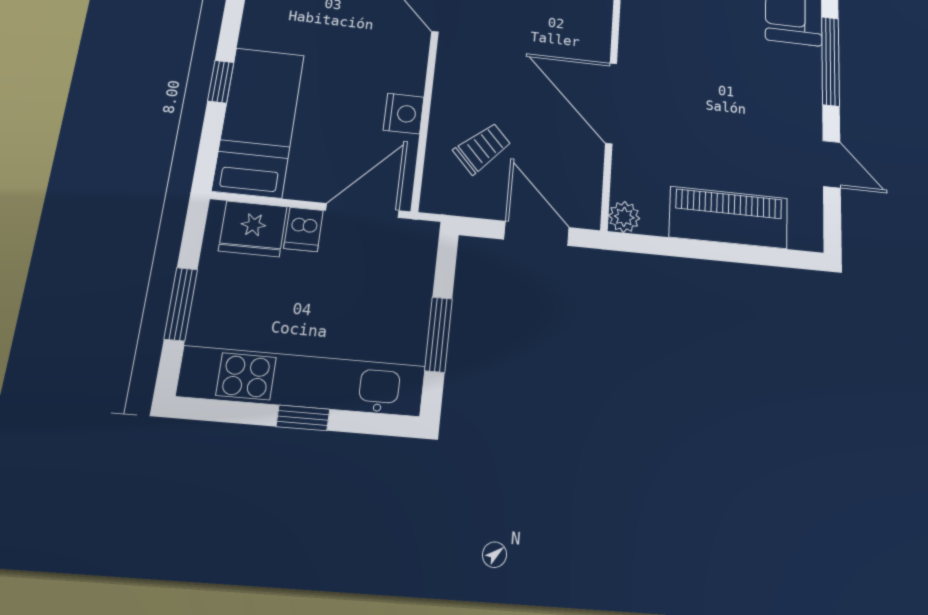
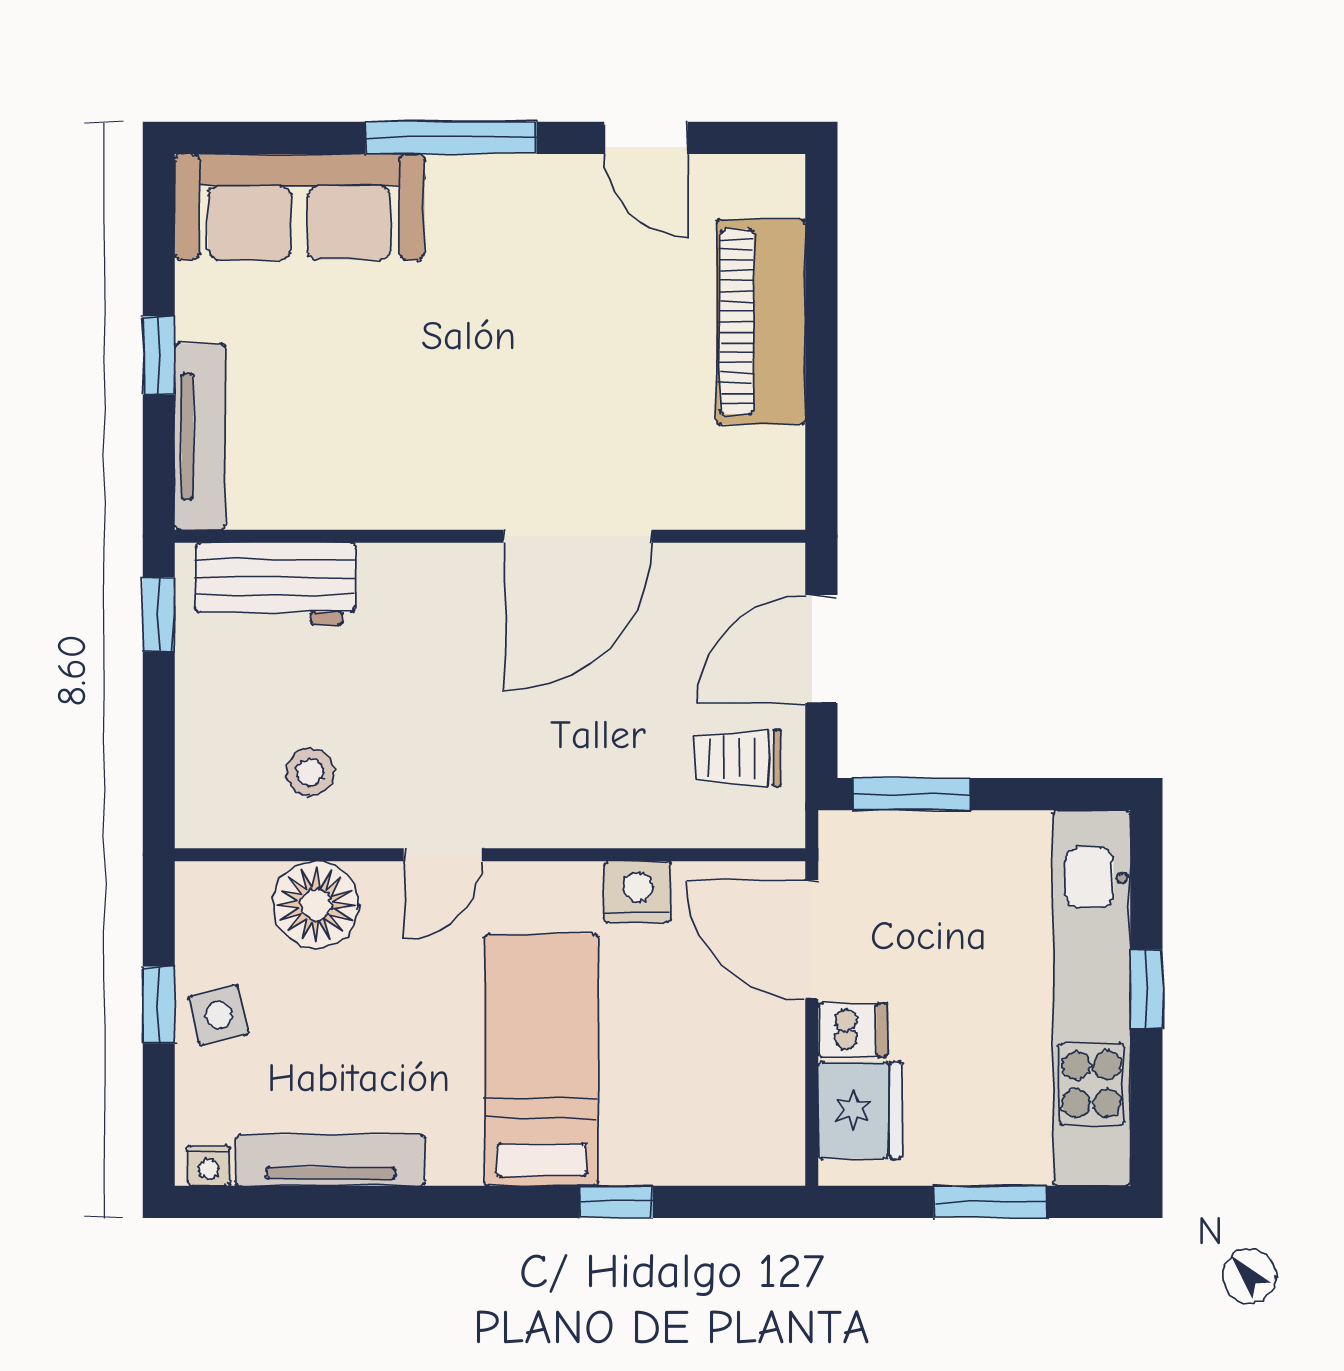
bed: (259, 122) -> (541, 1060), moved, turned 90
trolley: (482, 148) -> (738, 758), moved, turned -47
door: (832, 164) -> (646, 138), swing flipped
plant: (624, 217) -> (778, 503), removed
window: (438, 334) -> (912, 794), moved

